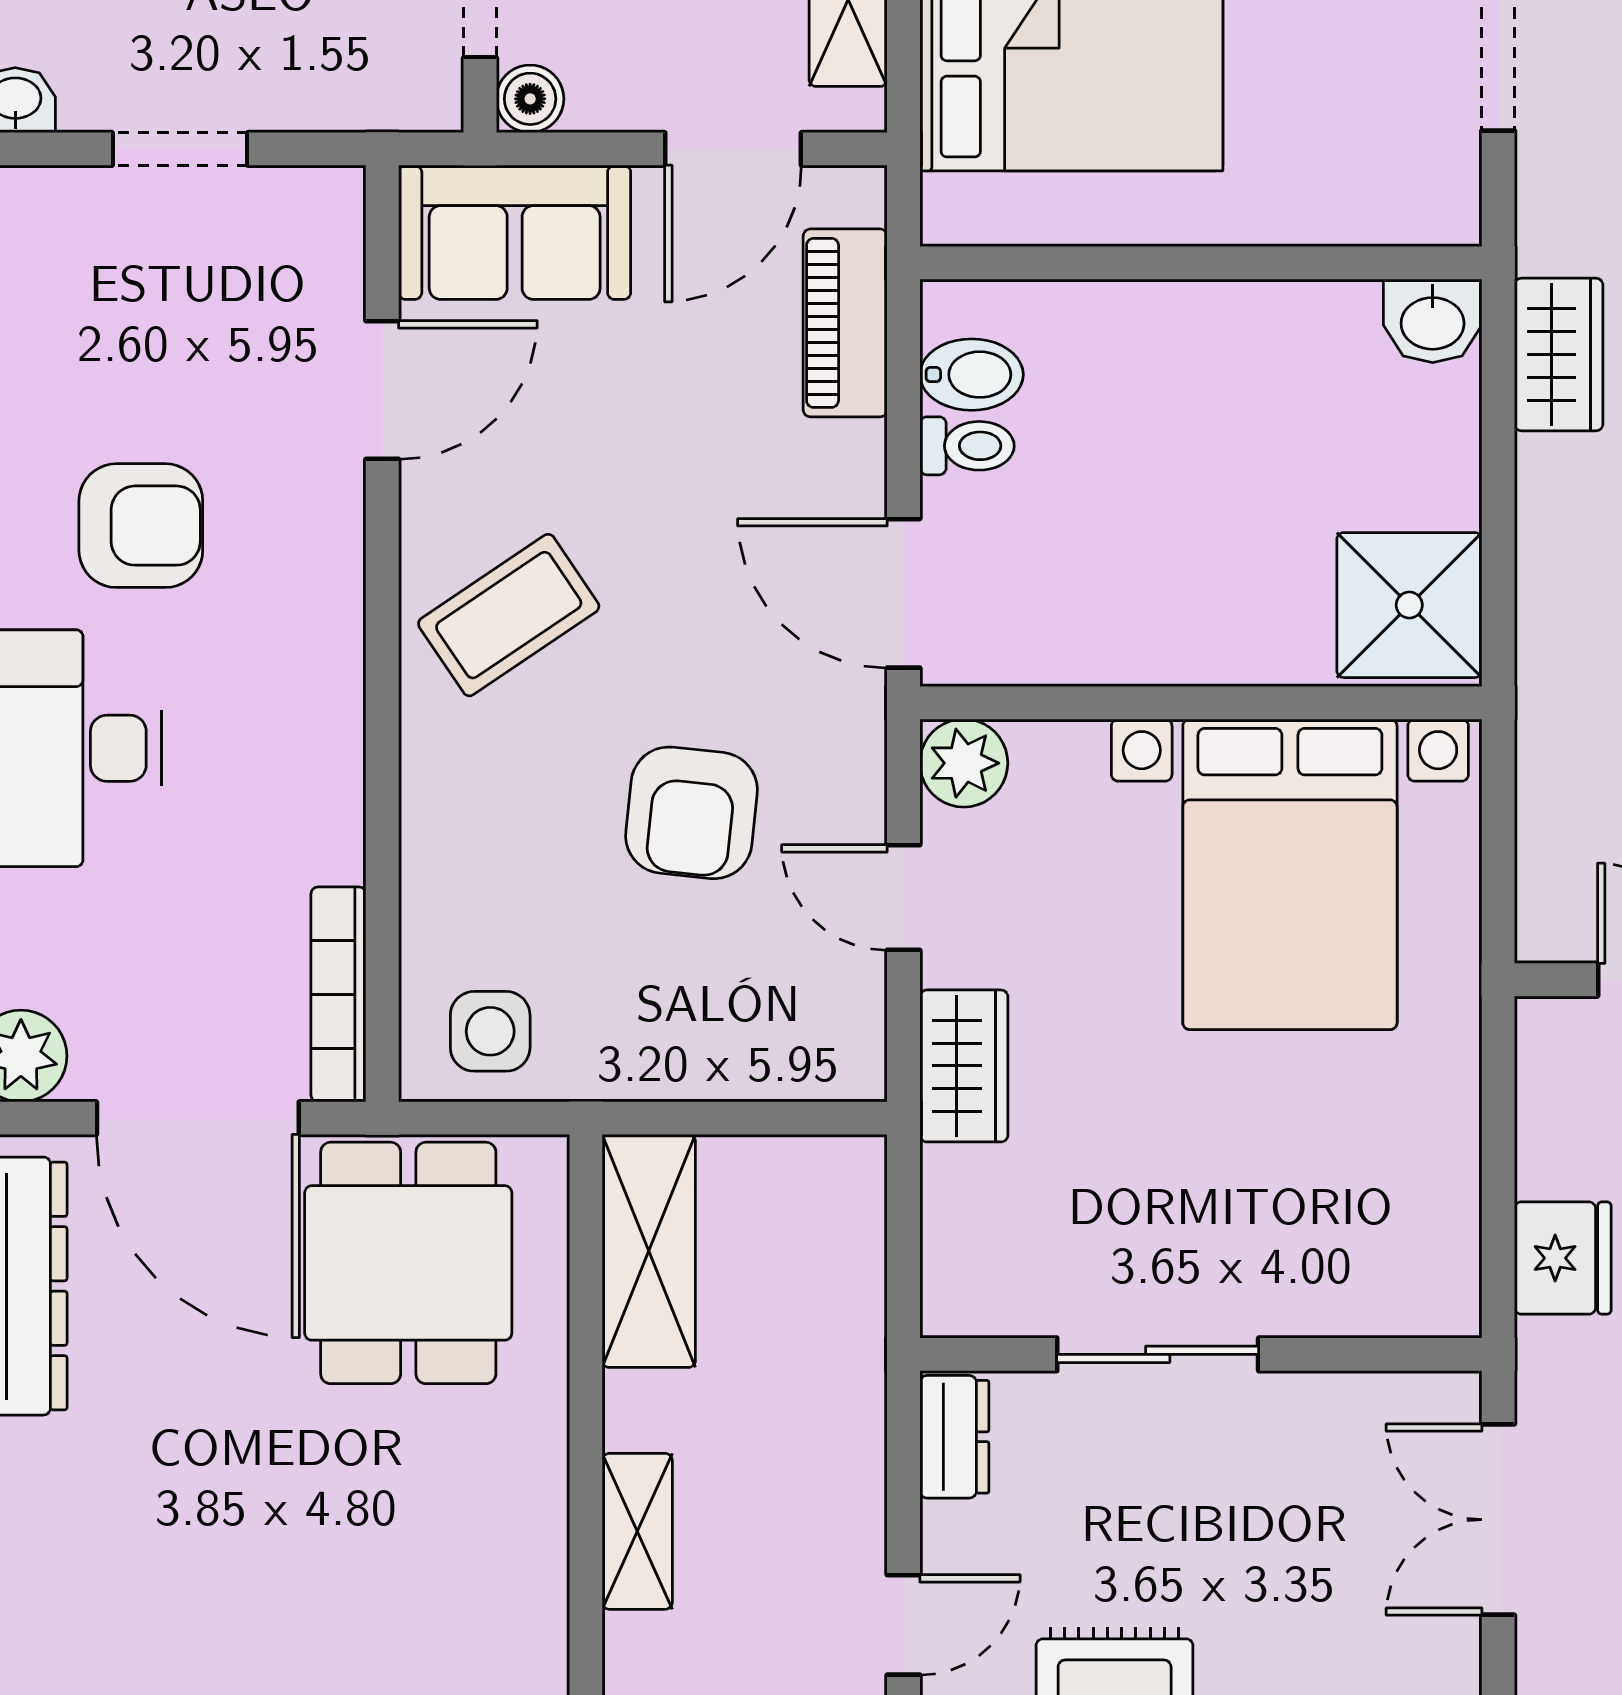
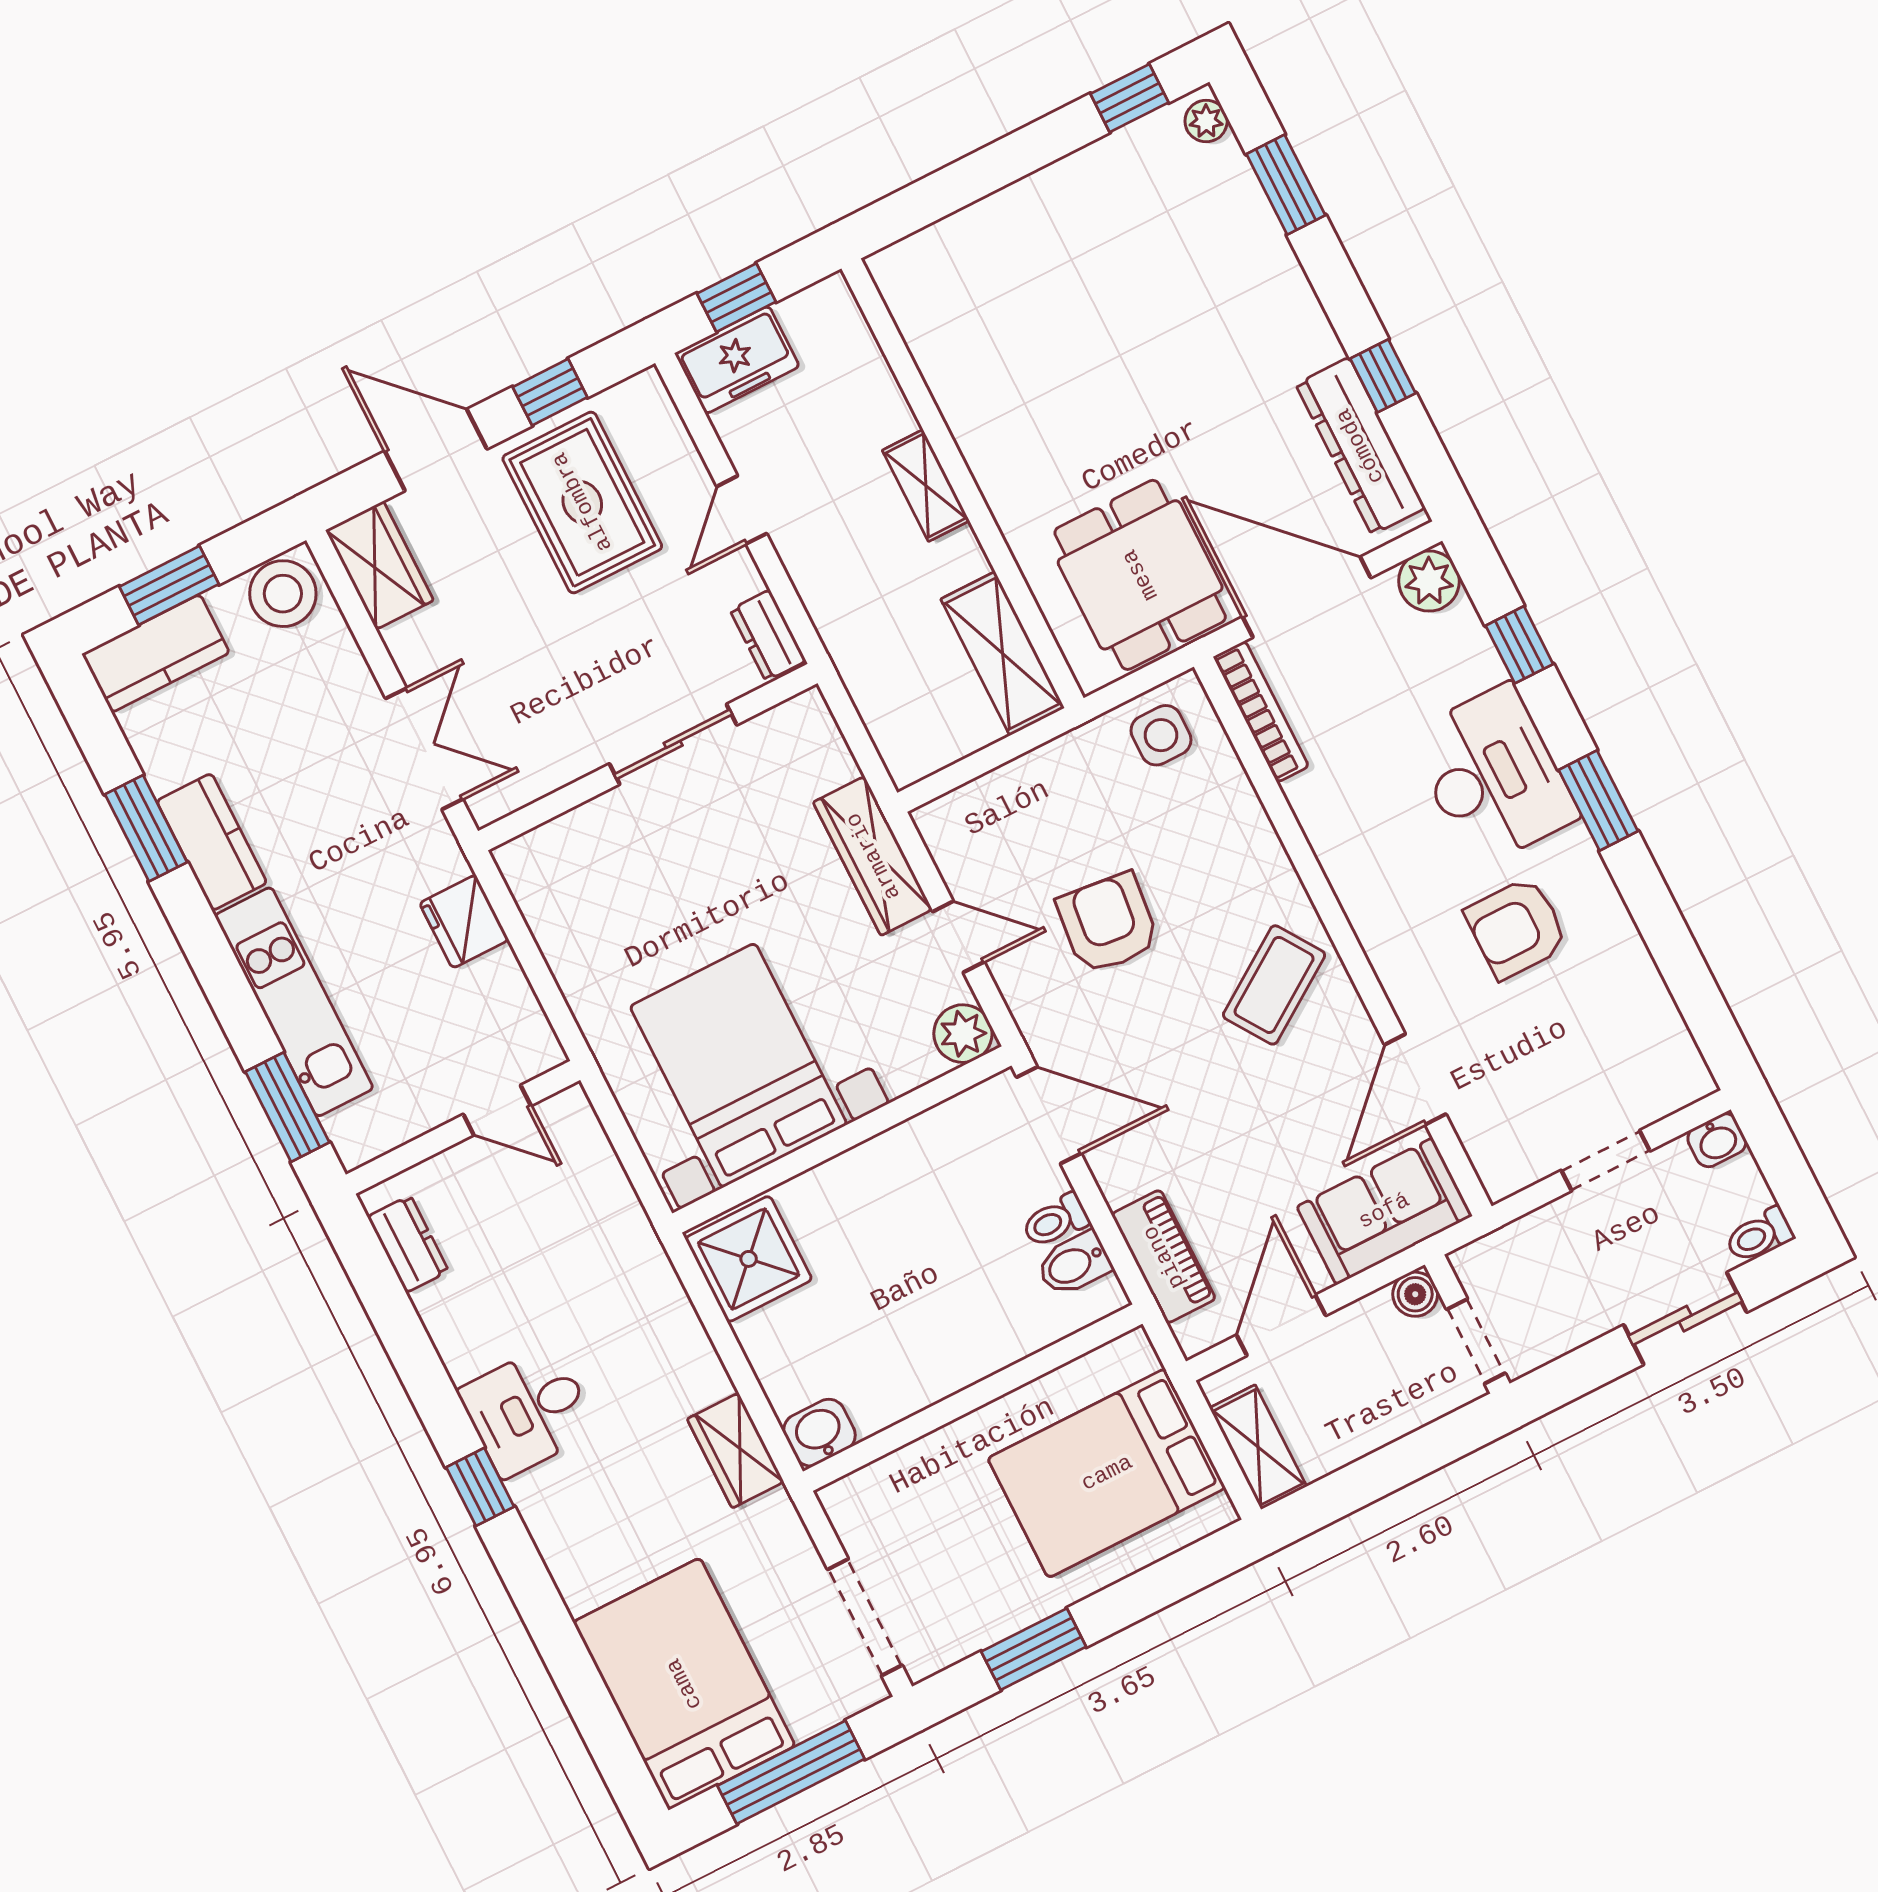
wardrobe: (964, 1066) -> (873, 856), width x1.50

